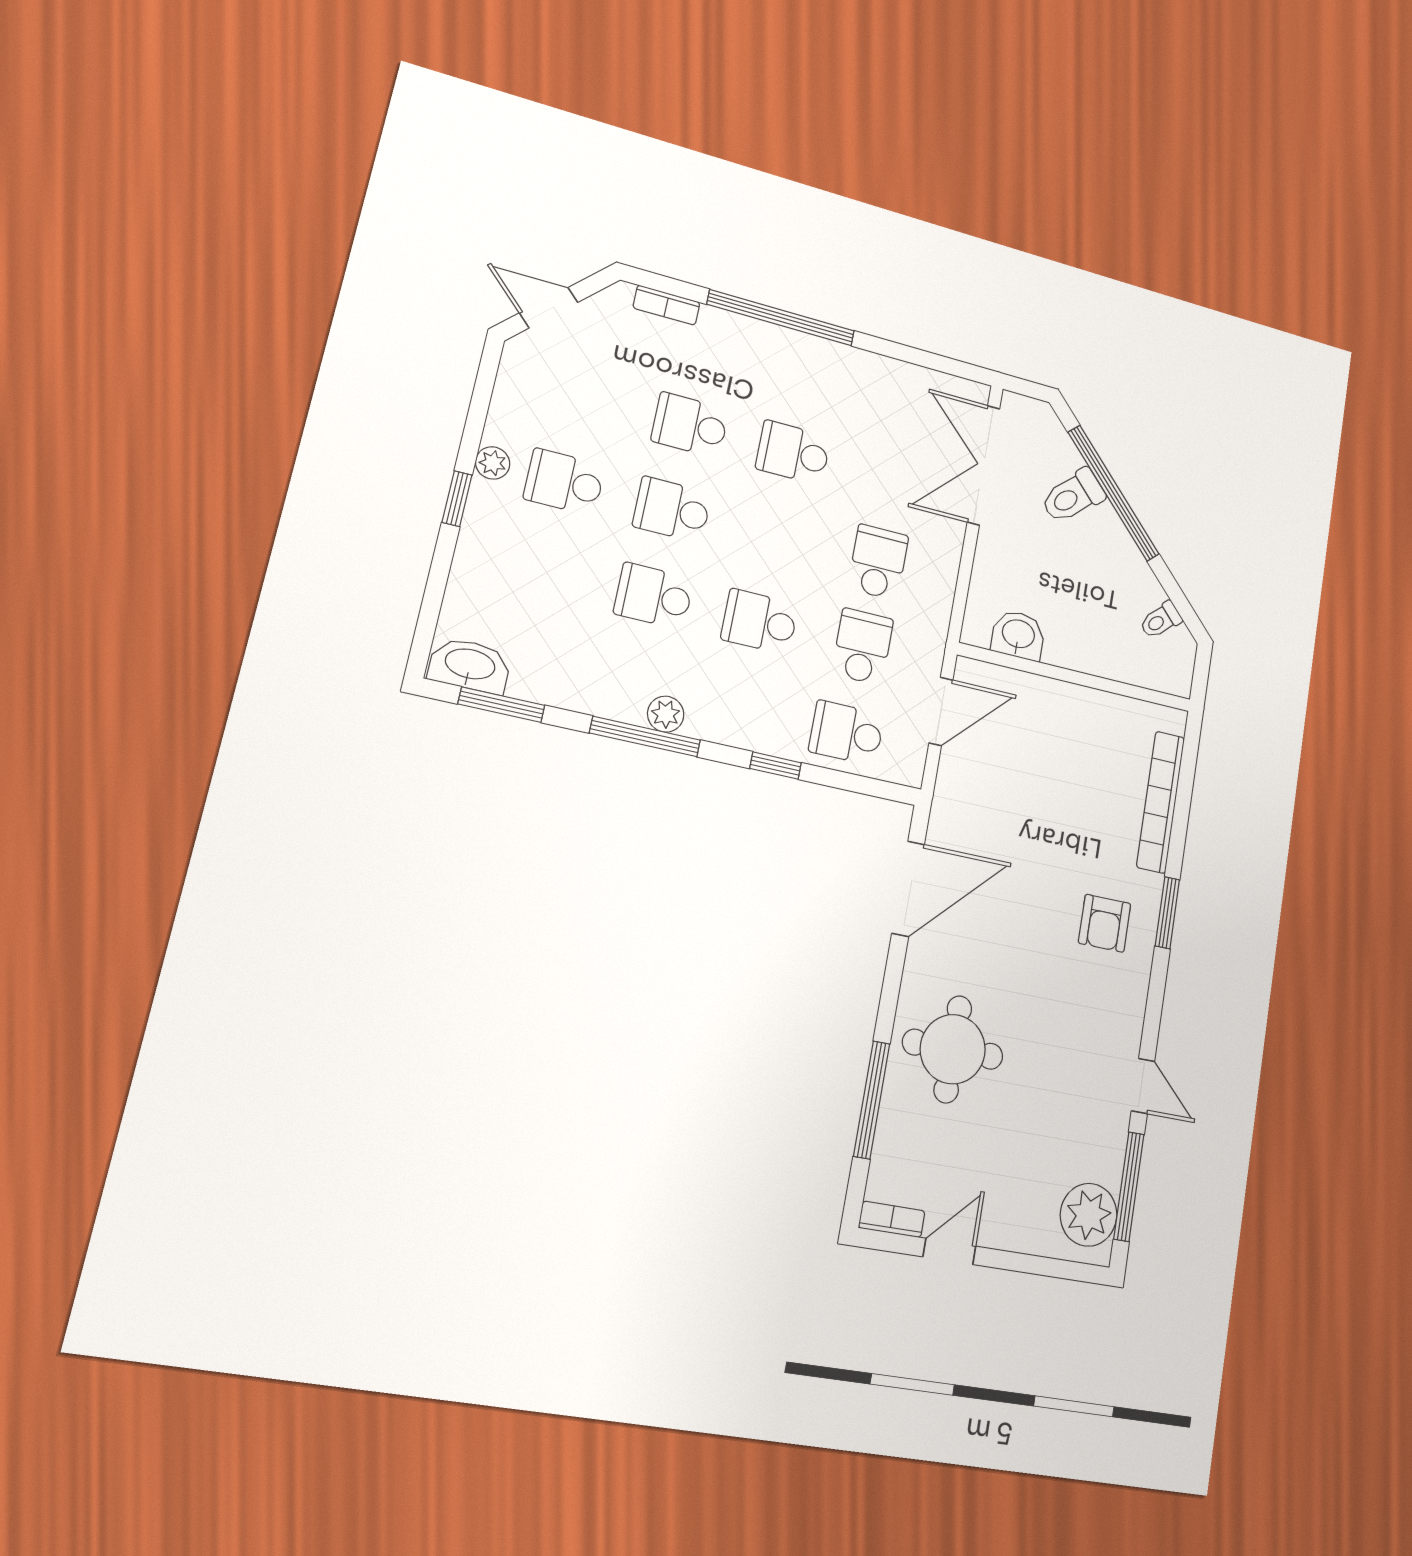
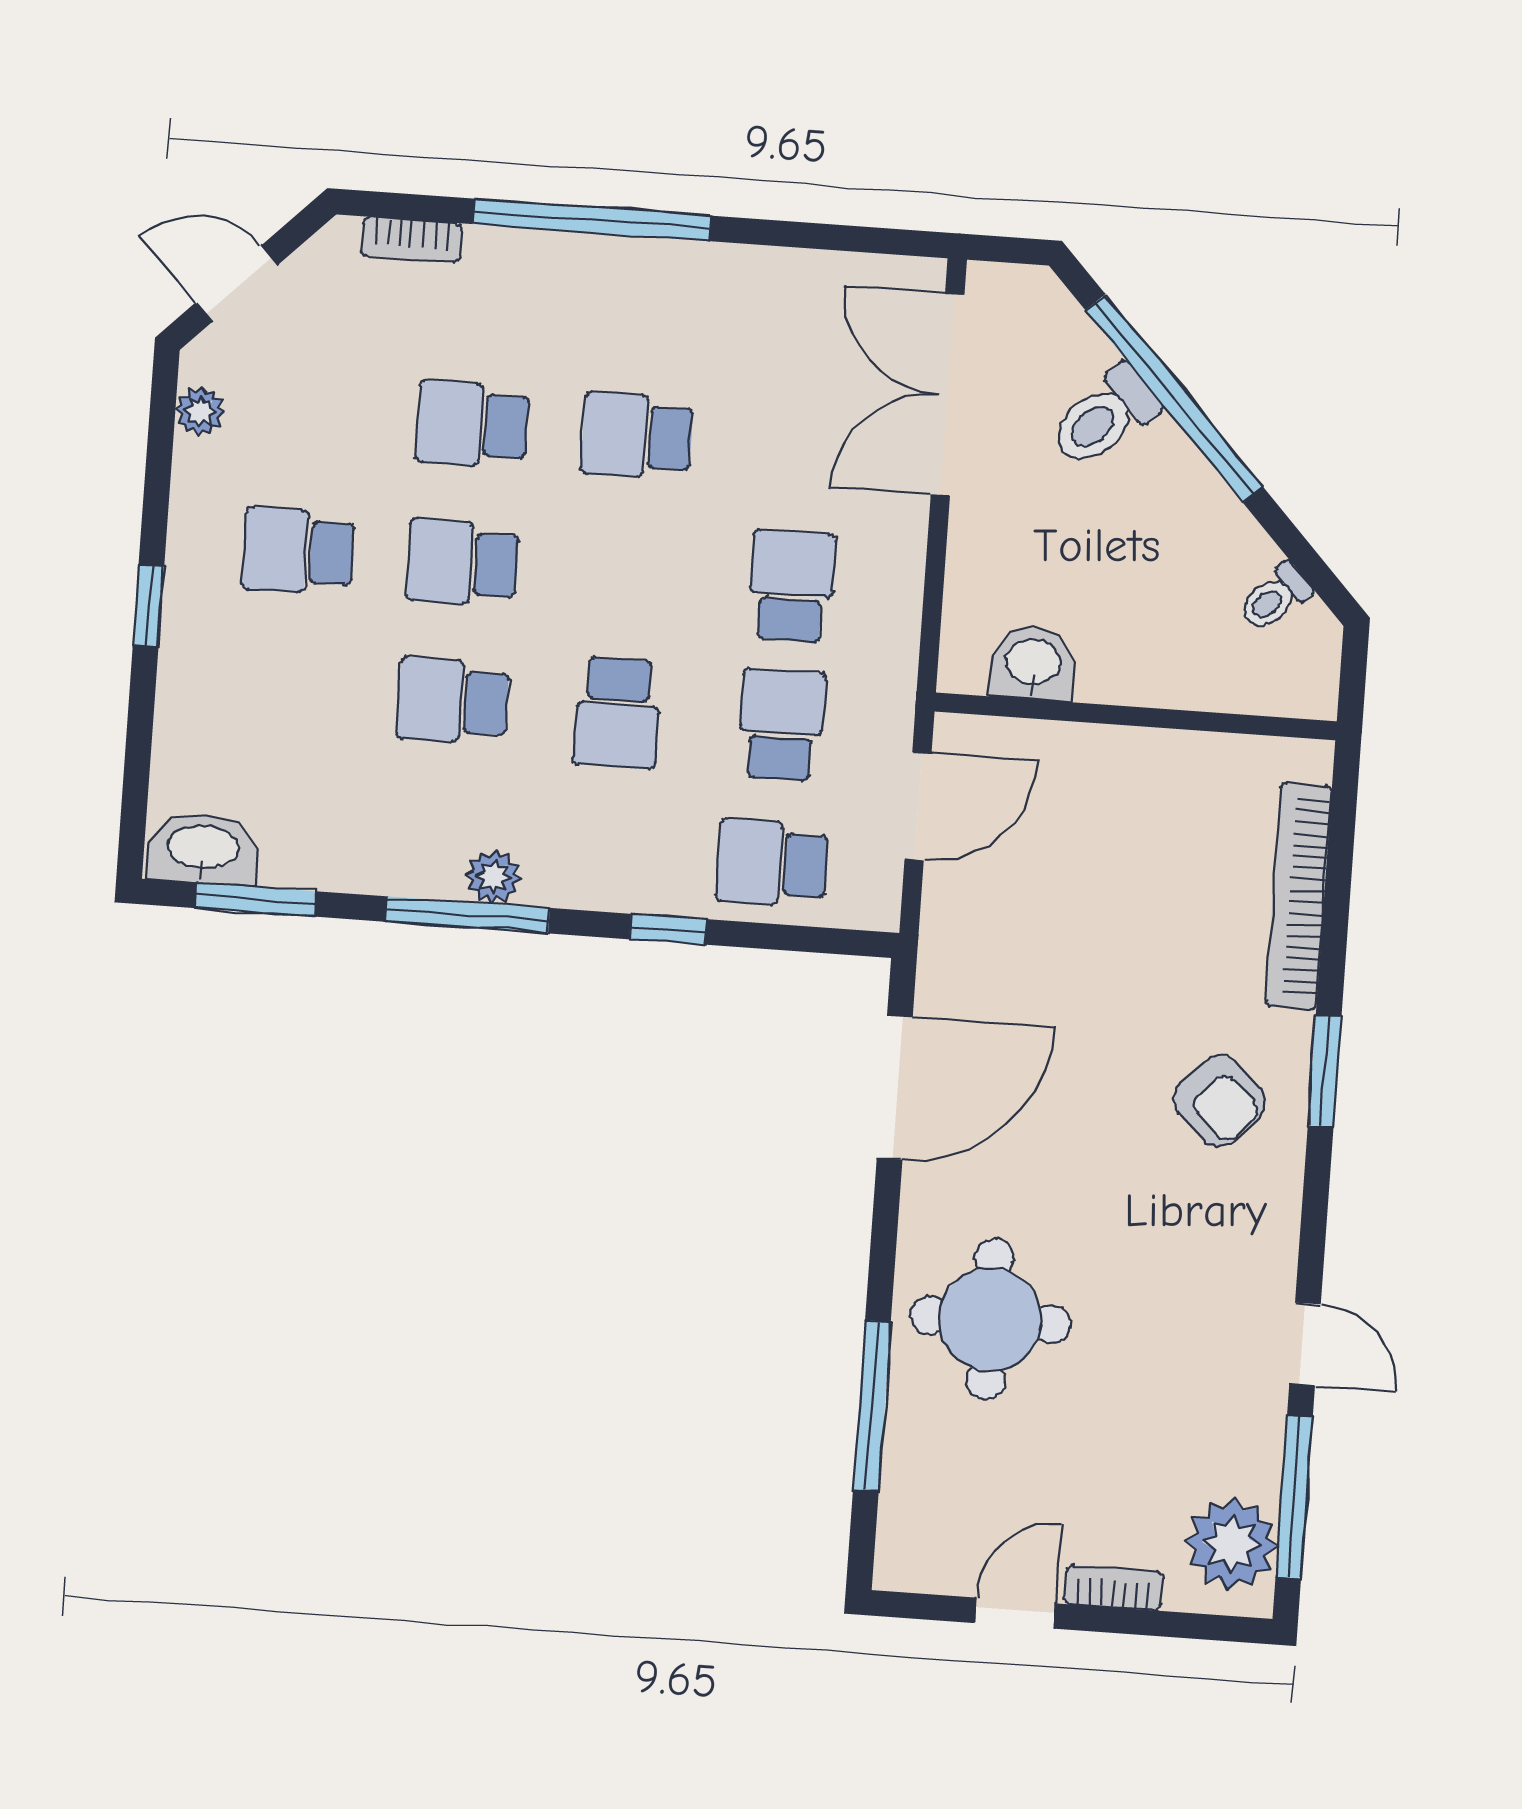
plant: (493, 463) -> (200, 411), moved
school desk: (760, 622) -> (617, 713), turned -90
armchair: (1105, 923) -> (1219, 1101), turned -46
bookcase: (892, 1219) -> (1114, 1588), moved

